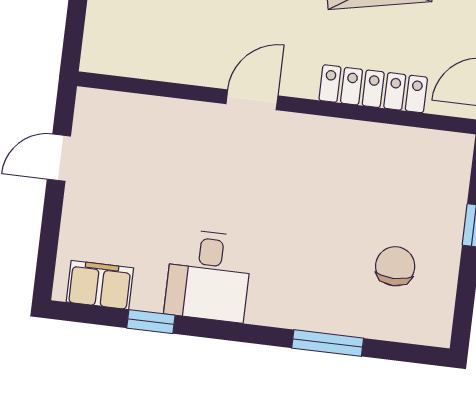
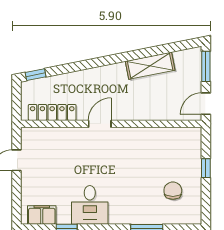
locker: (373, 89) -> (52, 112), moved

